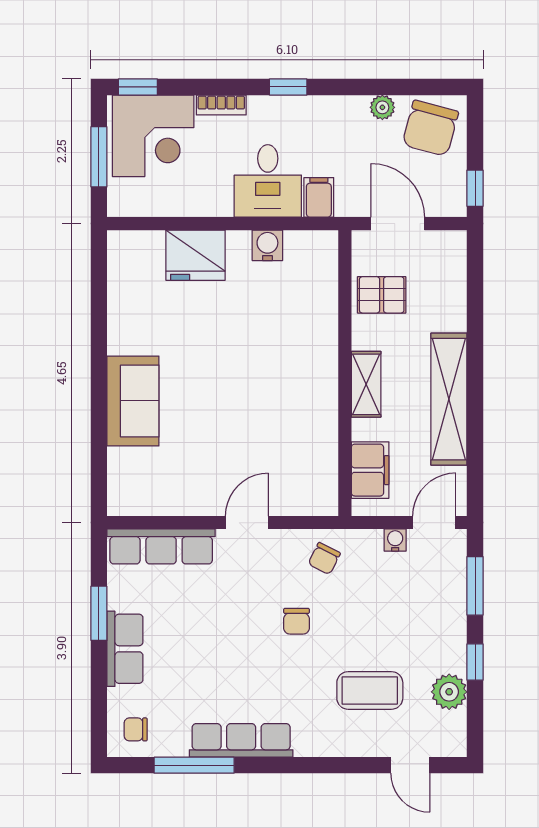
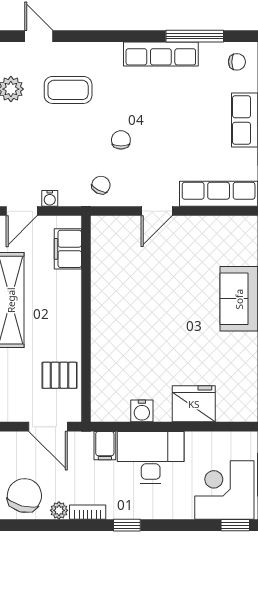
bookcase: (221, 105) -> (88, 512), moved
desk: (268, 181) -> (151, 457), width x1.37
shelving: (366, 384) -> (71, 311), removed

